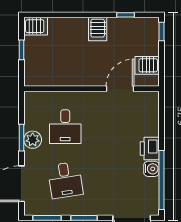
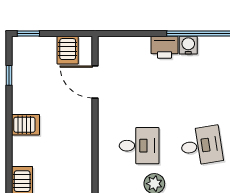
server rack: (98, 29) -> (26, 125), moved

